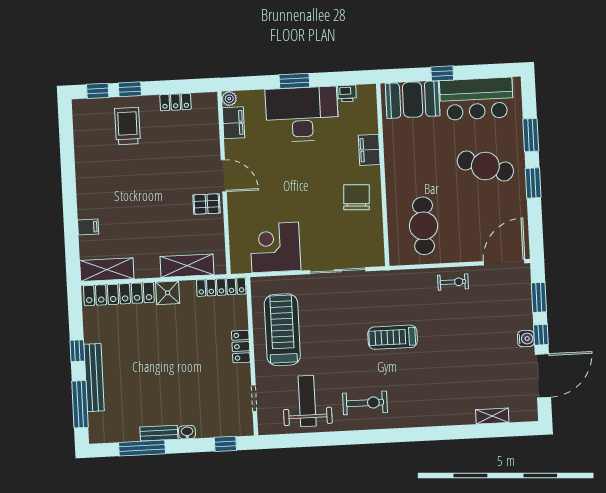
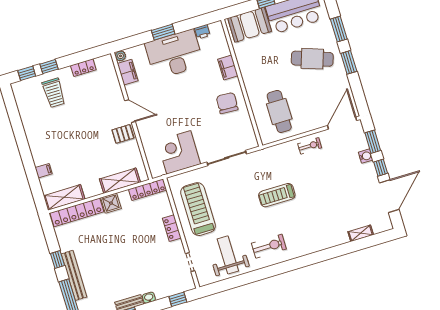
trolley: (128, 126) -> (54, 93), turned 180
water cooler: (526, 339) -> (366, 156), moved

